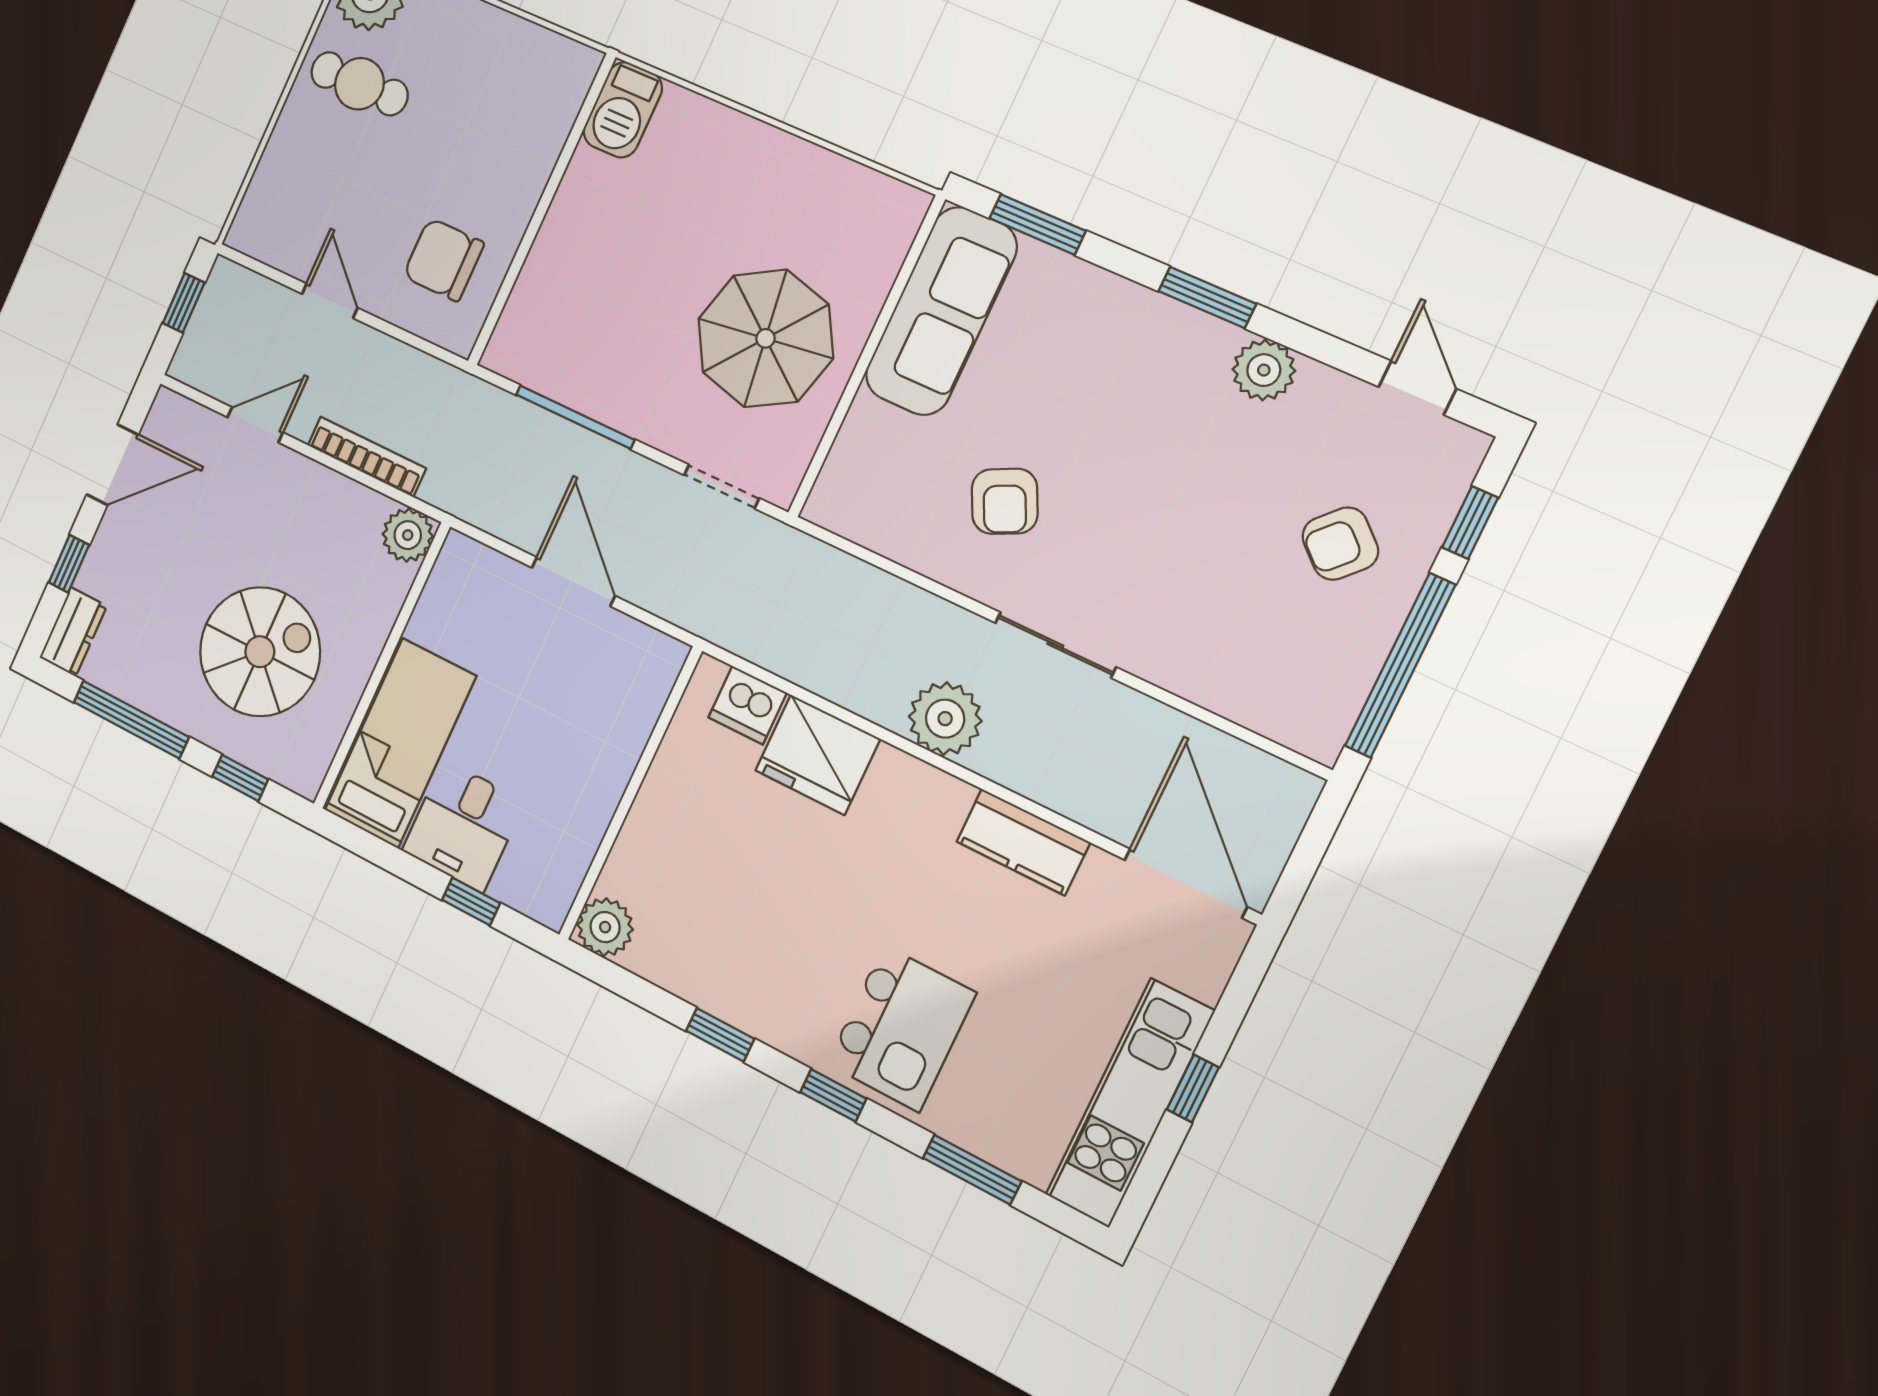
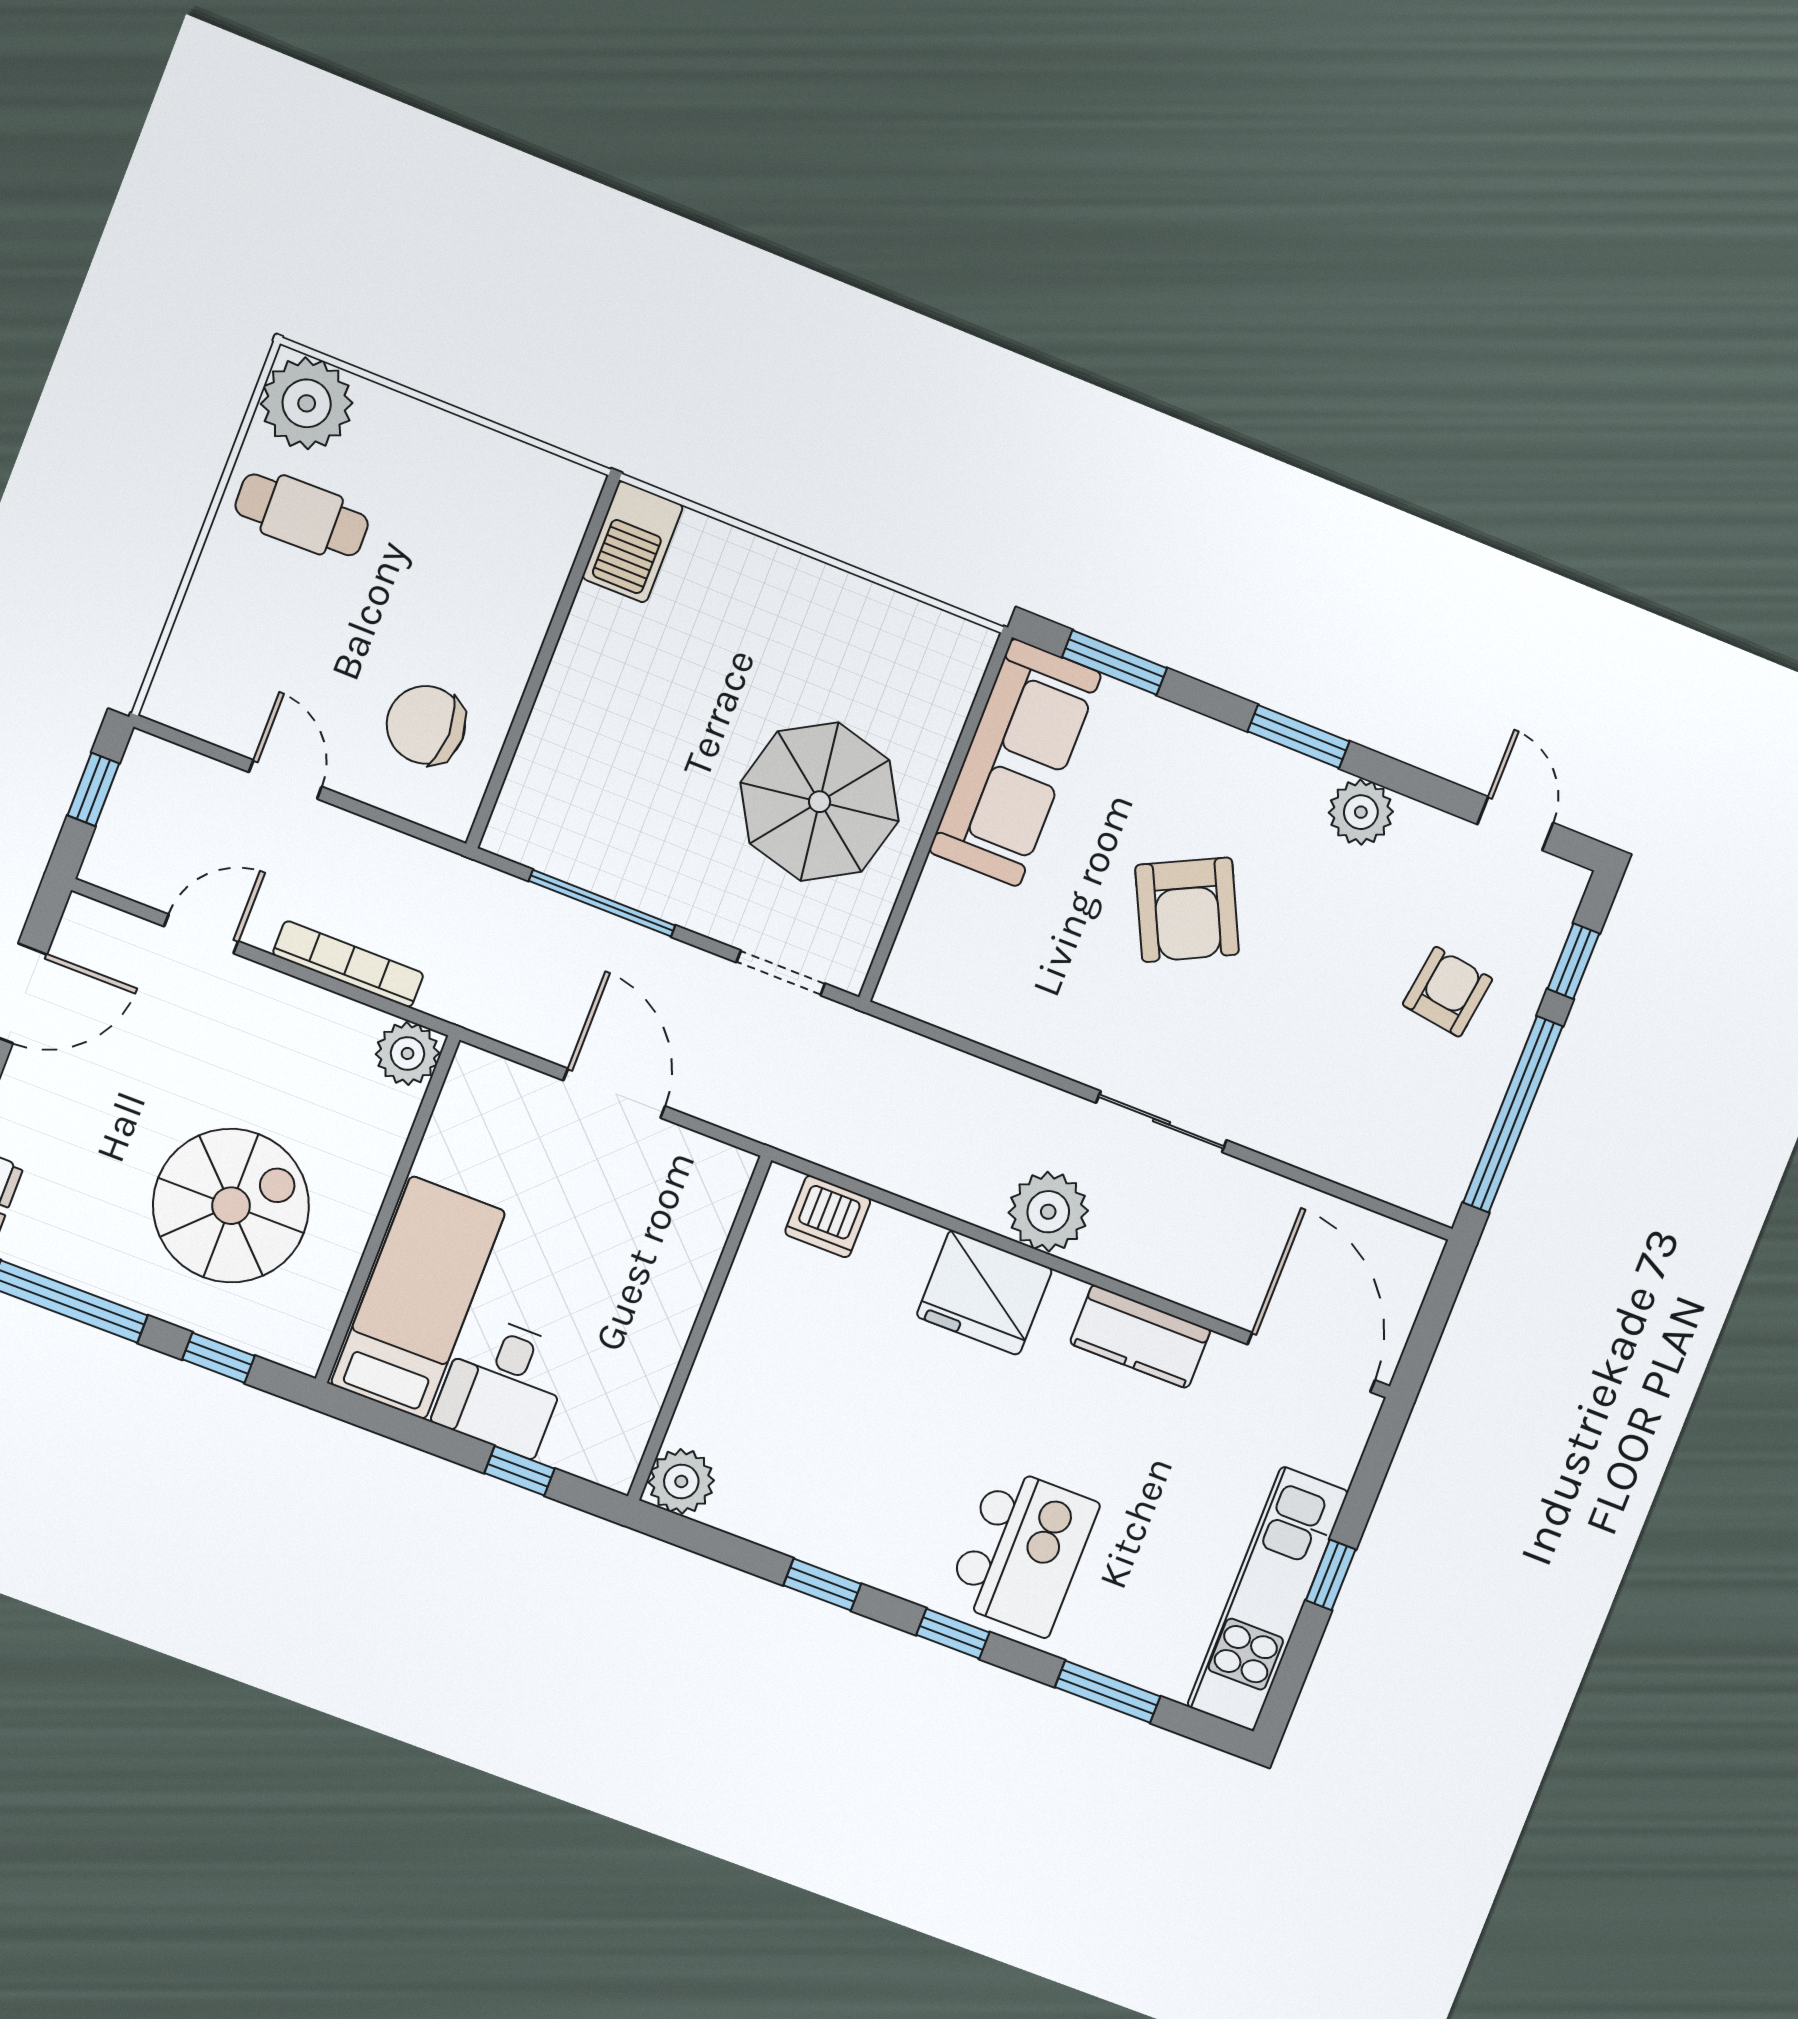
armchair: (1005, 501) -> (1187, 910), moved, width x1.38, depth x1.38
armchair: (1340, 544) -> (1448, 992), turned 145
fridge: (818, 755) -> (984, 1293), moved

